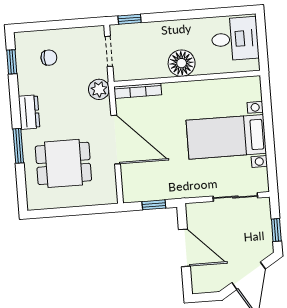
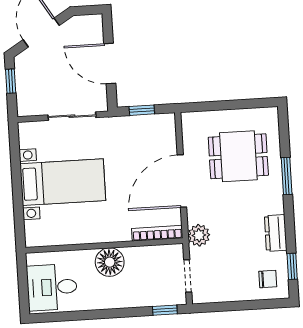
chair: (49, 58) -> (268, 279), moved, turned 180
dresser: (29, 112) -> (276, 233), moved
door: (116, 140) -> (182, 181), hinge flipped
sliding door: (235, 197) -> (72, 116), moved

